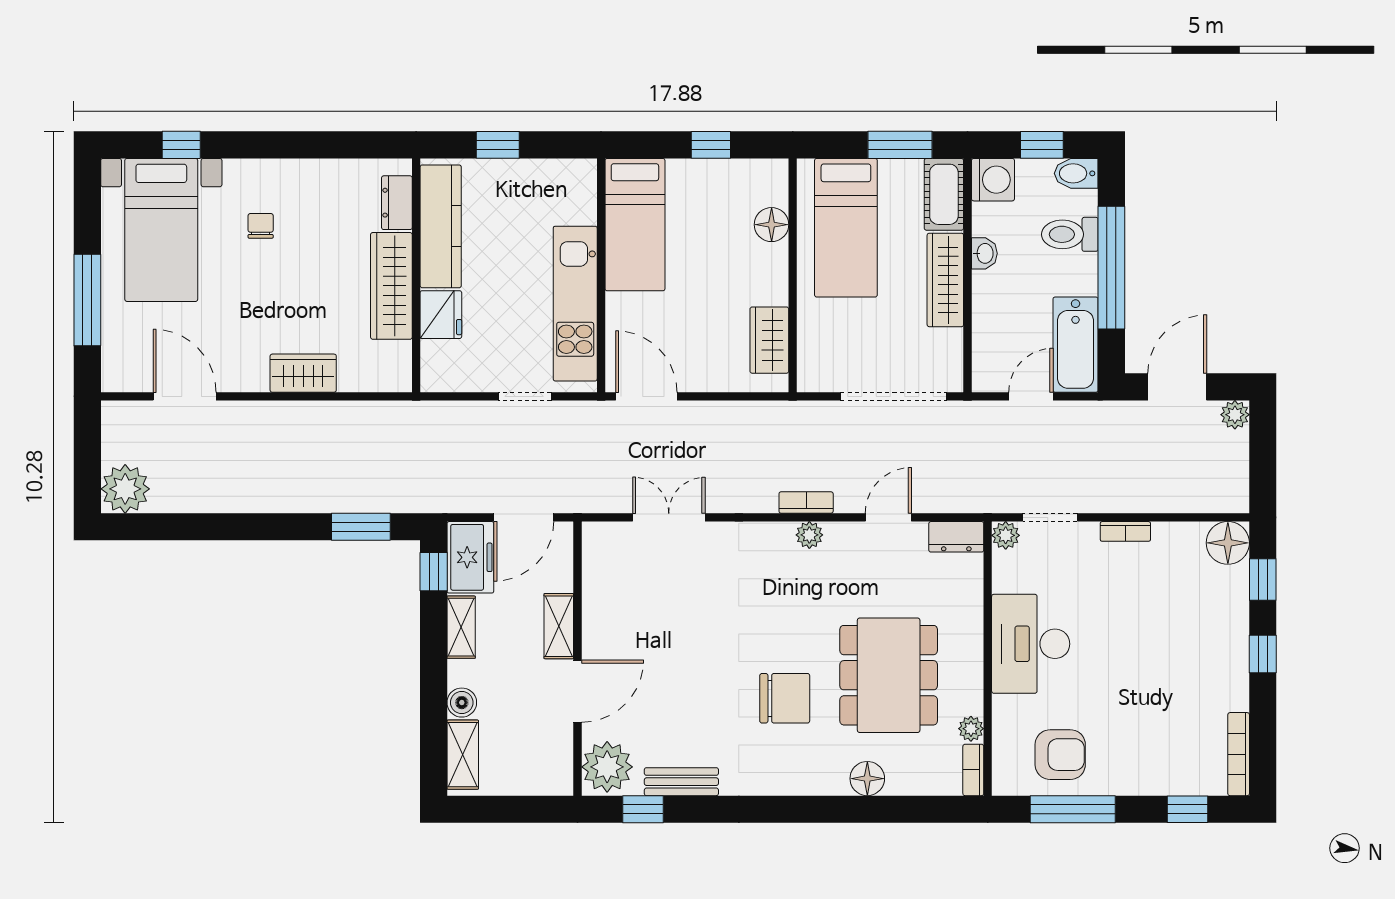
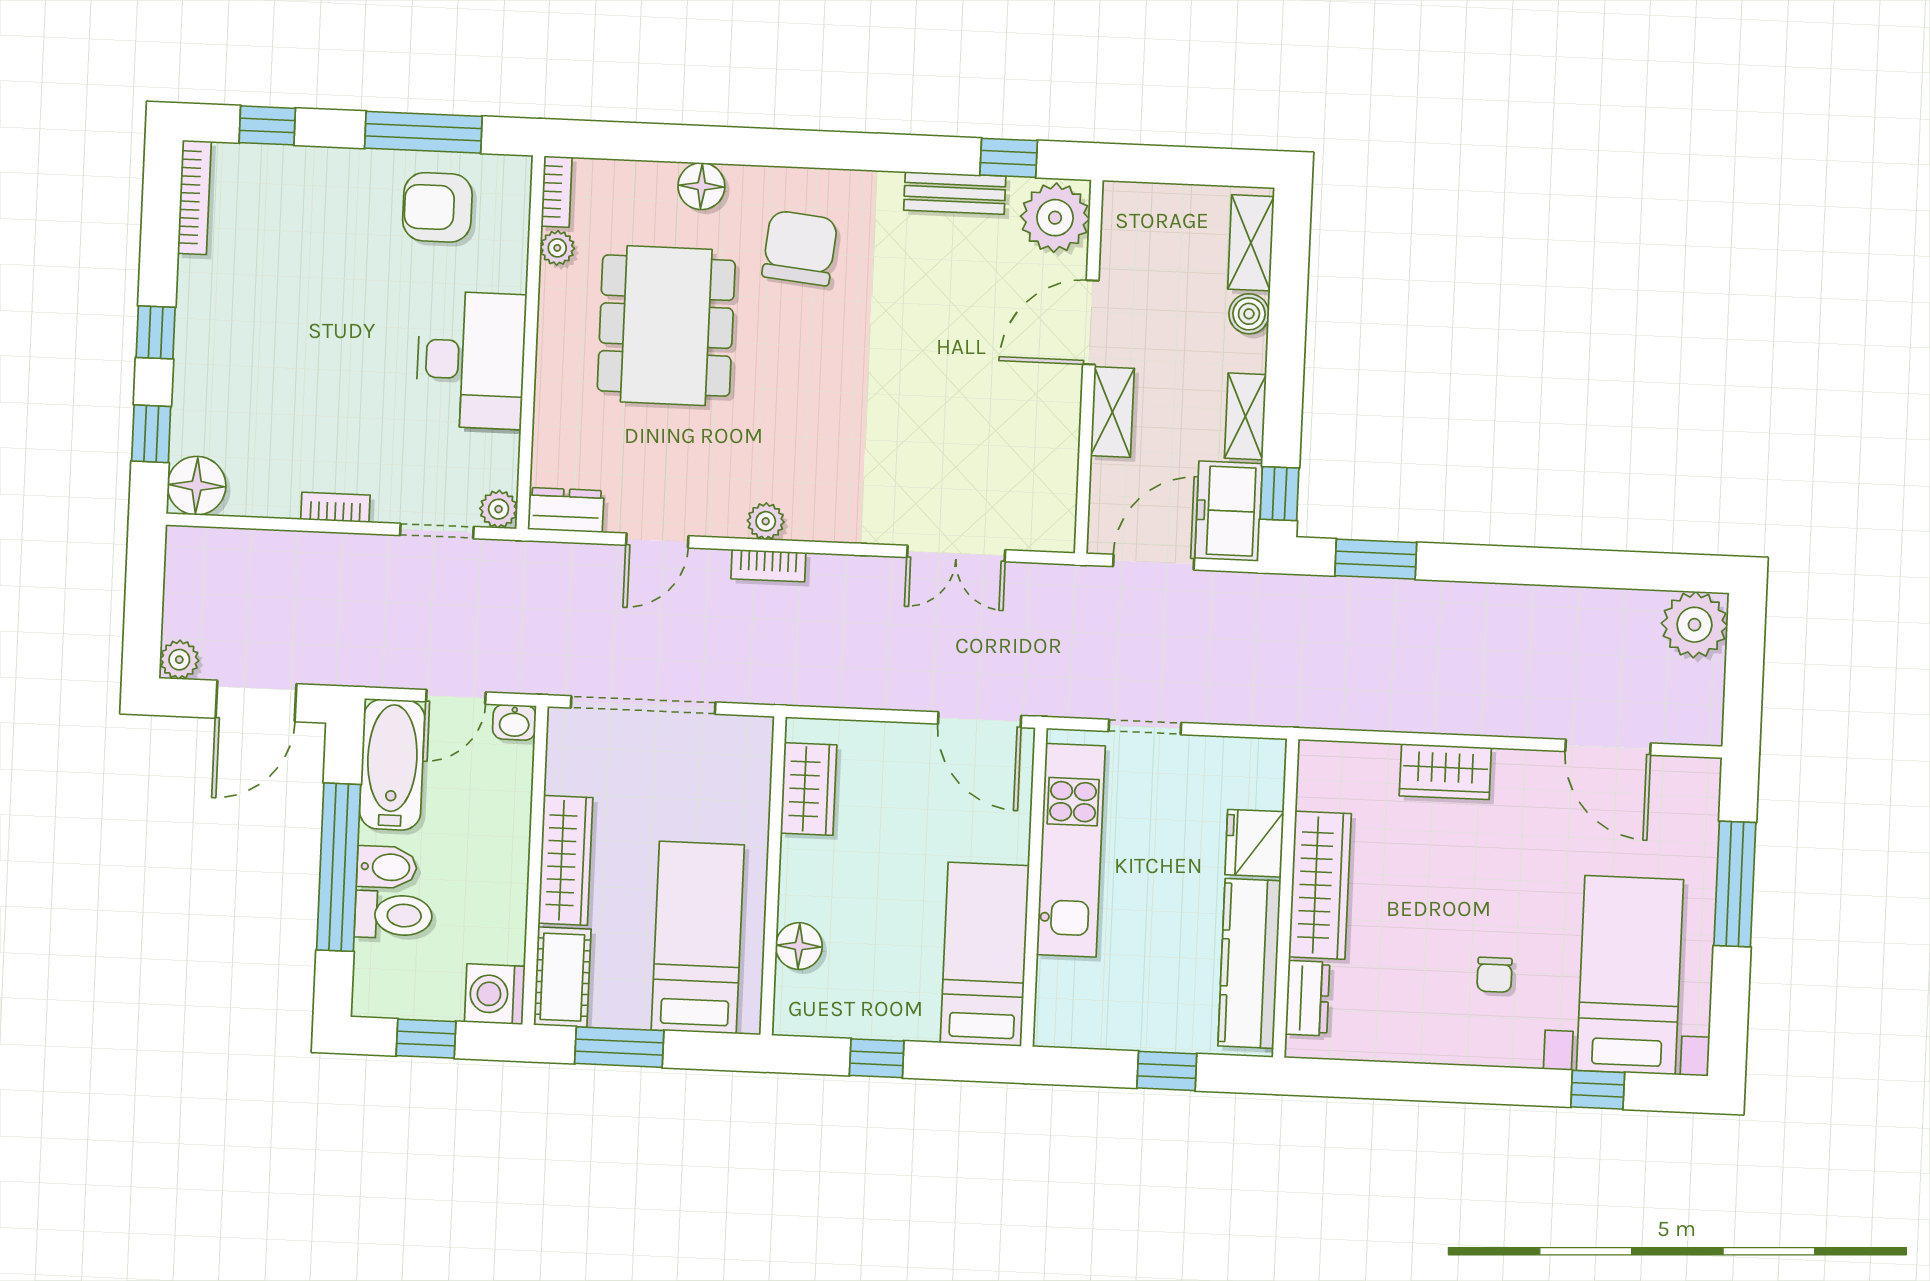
bidet: (1076, 173) -> (387, 867), moved
washbasin: (984, 253) -> (514, 722), moved, turned -90
chair: (785, 698) -> (800, 248), moved, turned 96

